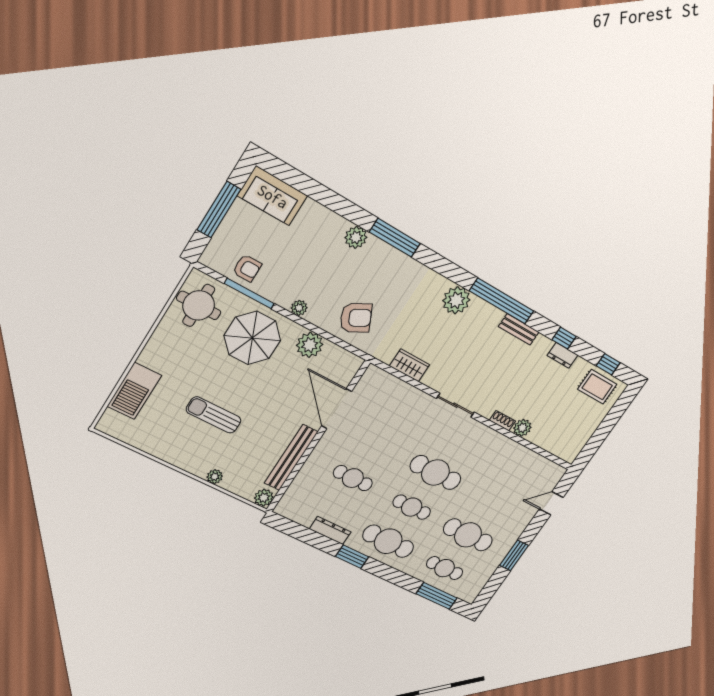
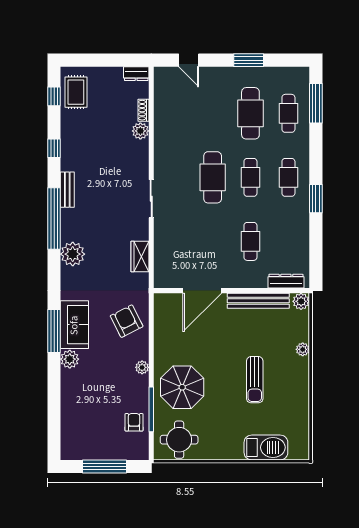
sofa: (273, 196) -> (74, 325), moved
plant: (310, 345) -> (165, 342), removed
dresser: (563, 355) -> (136, 74), moved, turned 90
shoe rack: (502, 421) -> (143, 110), moved
dresser: (330, 531) -> (286, 281), moved, turned 90
cafe table: (388, 541) -> (288, 177), width x0.73, depth x0.74

